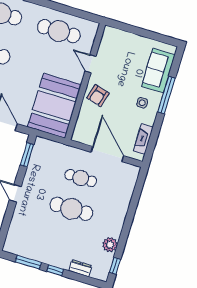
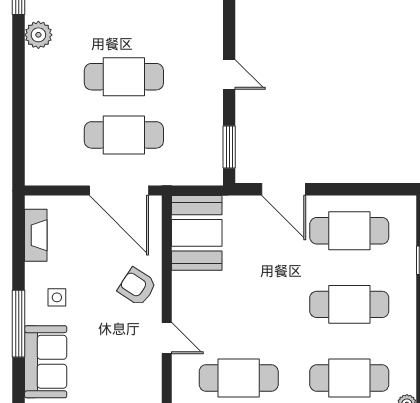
armchair: (98, 96) -> (137, 287), turned -73
booth: (54, 106) -> (197, 233), width x0.73, depth x0.70
door: (107, 154) -> (119, 191), moved
cafe table: (81, 178) -> (124, 135), width x1.37, depth x1.35

